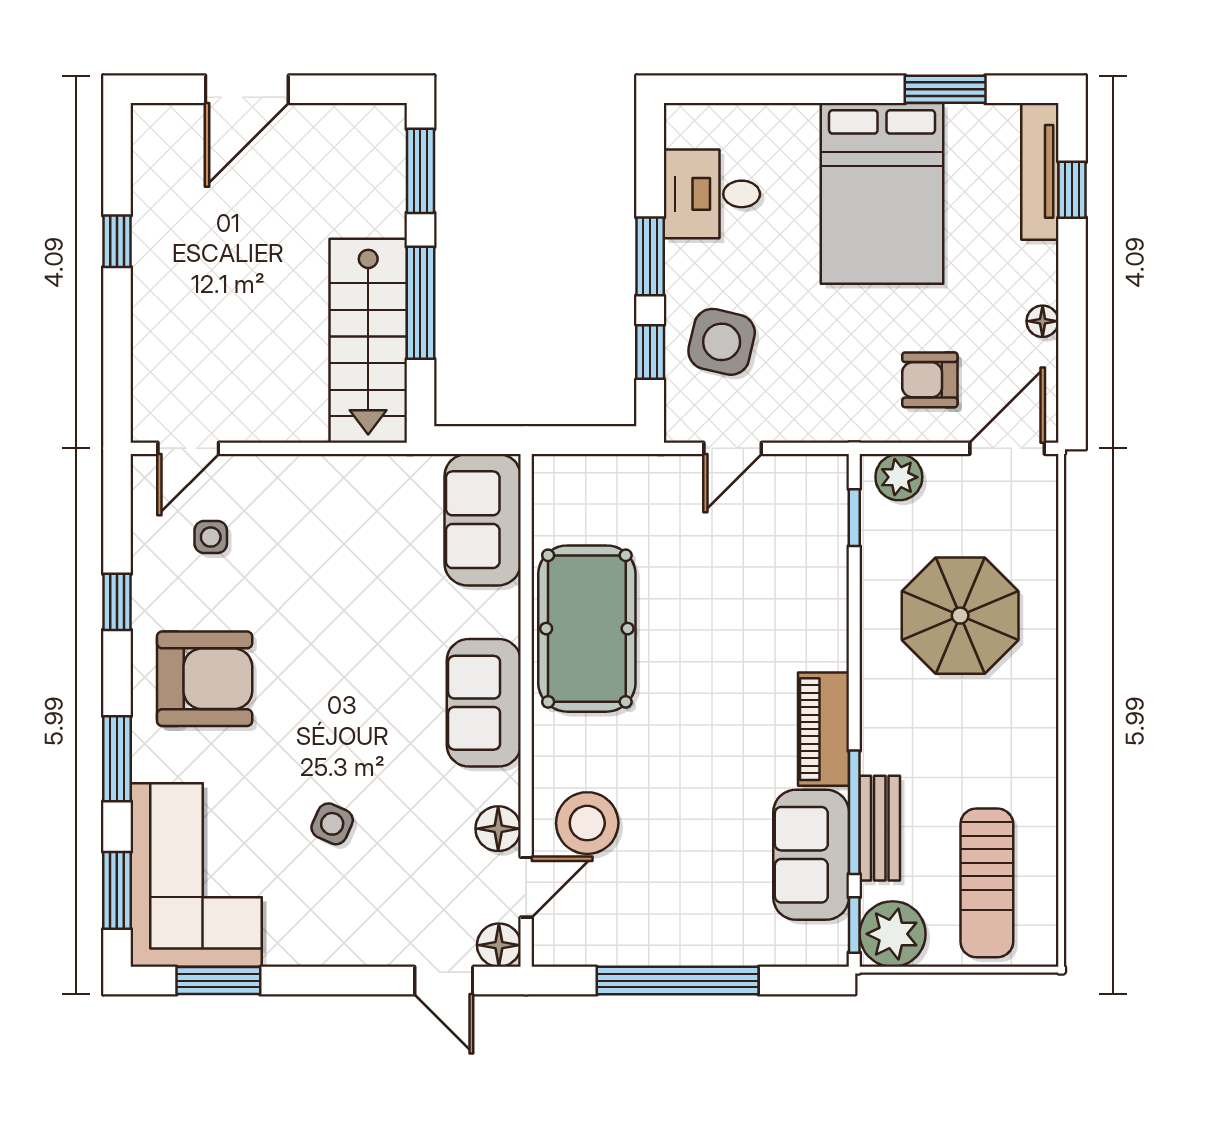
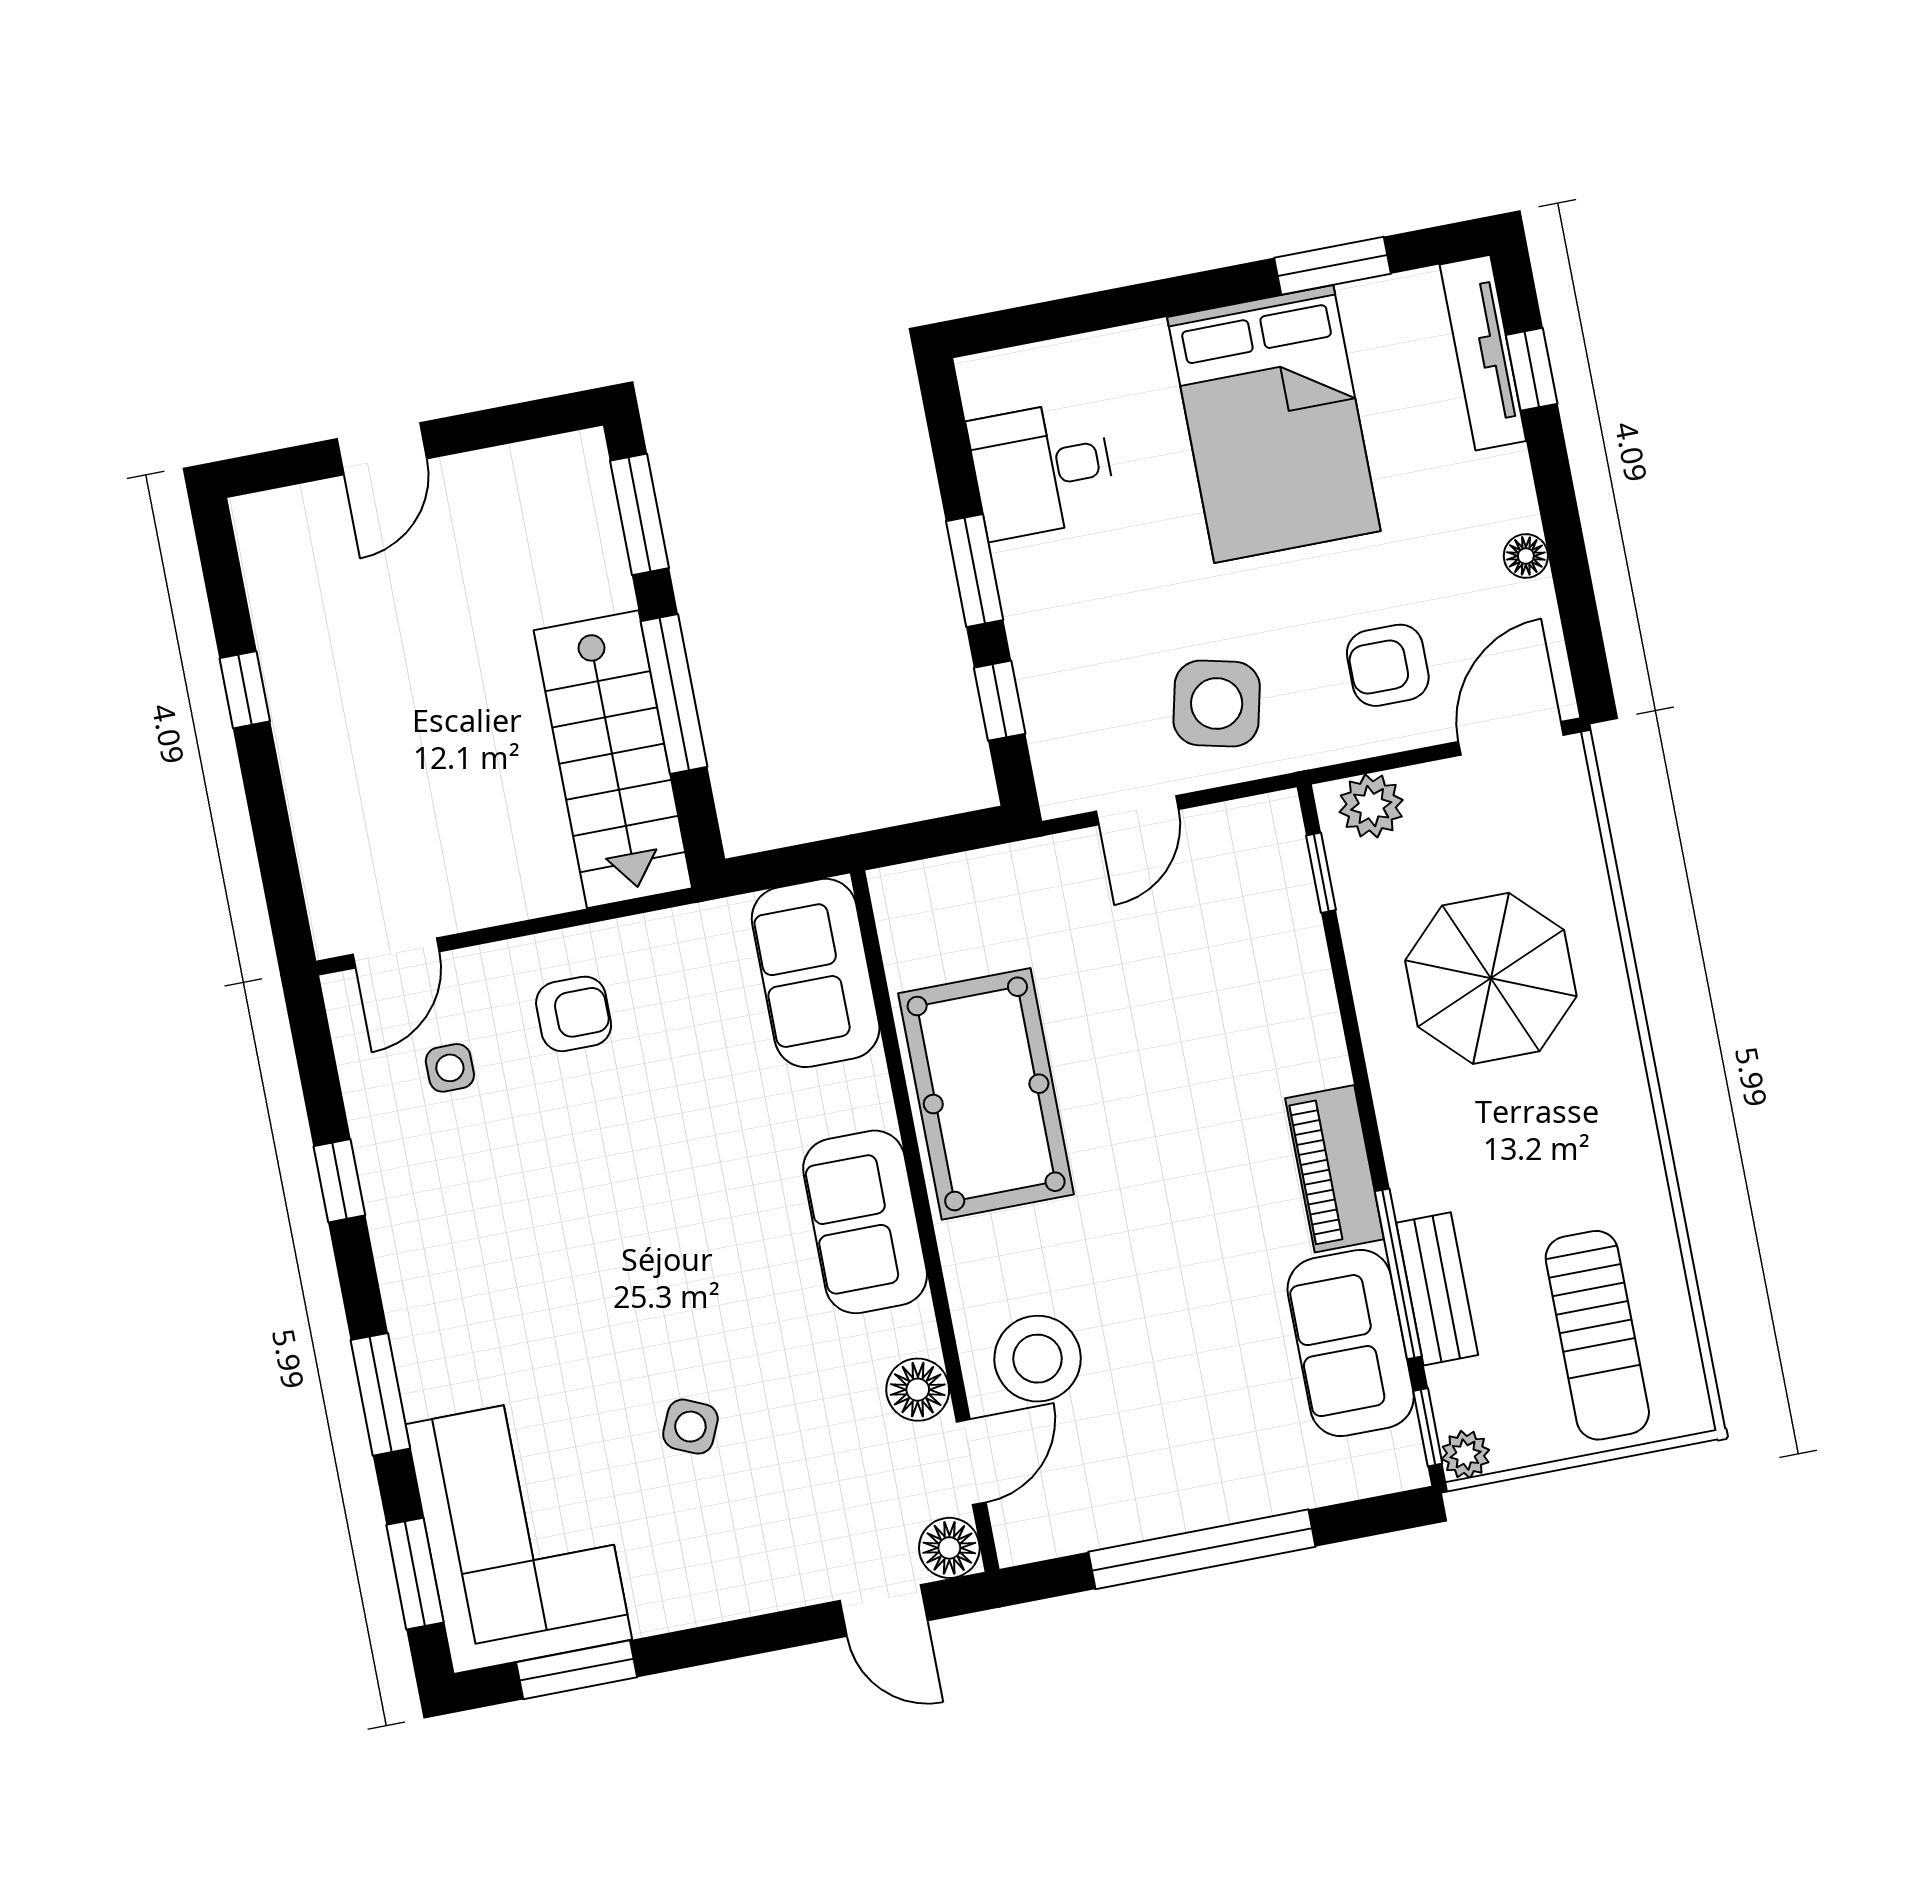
door: (247, 89) -> (382, 449), width x0.73
side table: (722, 342) -> (1217, 703), moved
armchair: (205, 679) -> (574, 1014), moved, width x0.53, depth x0.53
plant: (893, 934) -> (1466, 1454), width x0.53, depth x0.53

